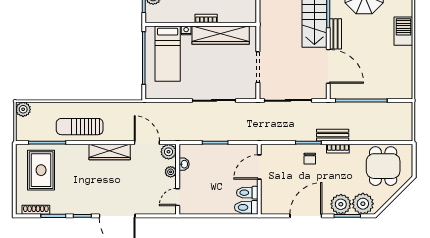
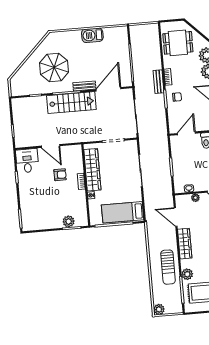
barbecue: (403, 31) -> (92, 35), moved
bed: (168, 54) -> (123, 212), moved, turned 180
door: (147, 143) -> (176, 217), hinge flipped
plant: (169, 152) -> (187, 274), moved
door: (259, 167) -> (186, 133), swing flipped

